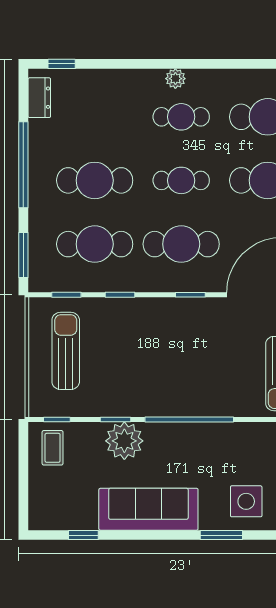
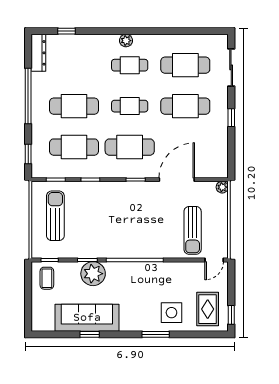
window: (62, 64) -> (66, 31), moved
dresser: (39, 98) -> (38, 53), width x1.44
window: (23, 255) -> (28, 154), width x0.67
sofa: (148, 509) -> (87, 318), moved
window: (83, 535) -> (90, 334), moved

